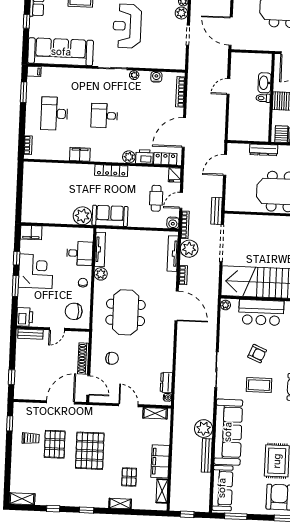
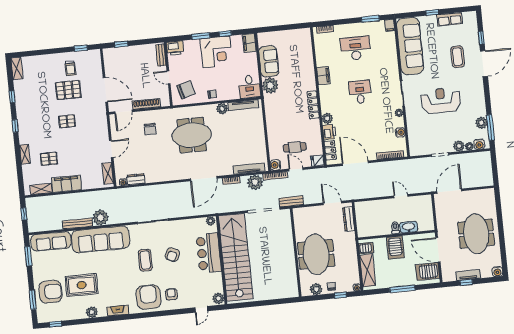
dresser: (264, 150) -> (349, 219), moved
sofa: (110, 216) -> (269, 61), moved
desk: (80, 253) -> (249, 87), moved
chair: (74, 311) -> (186, 90), turned 74
pallet: (90, 451) -> (67, 121), width x0.49, depth x0.50

